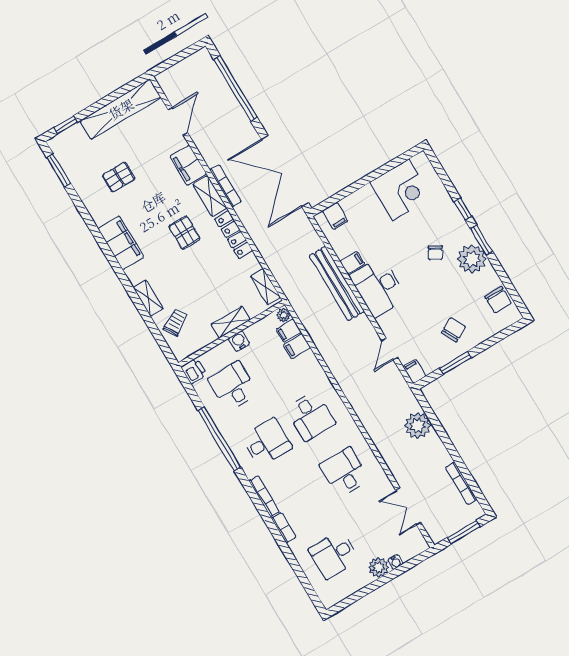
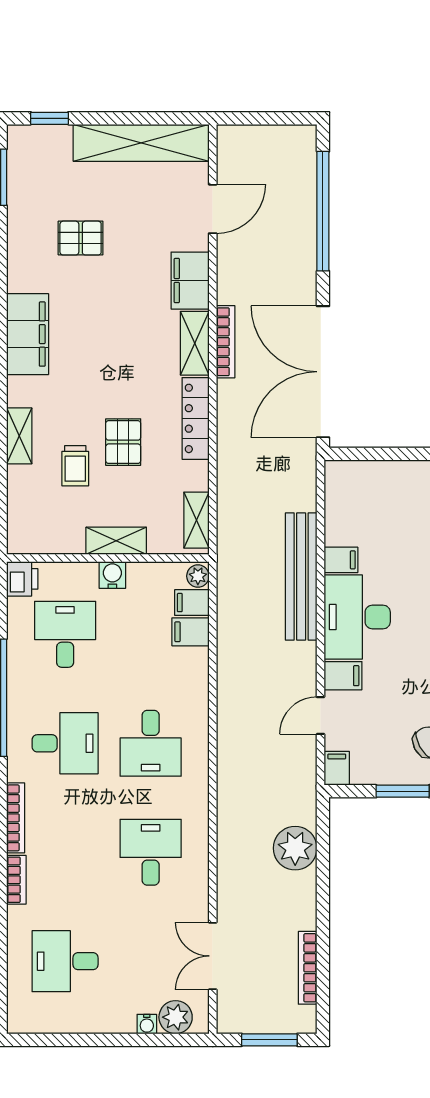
filing cabinet: (335, 216) -> (343, 676), moved, turned -90
pallet: (184, 233) -> (123, 442), moved
trolley: (175, 322) -> (75, 466), moved, turned 122
plant: (378, 567) -> (176, 1017), moved

